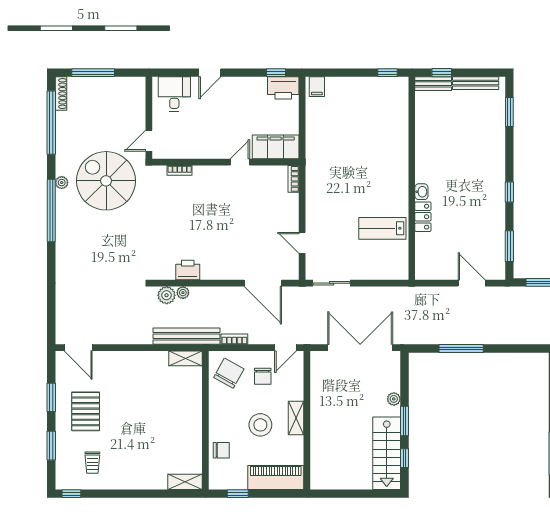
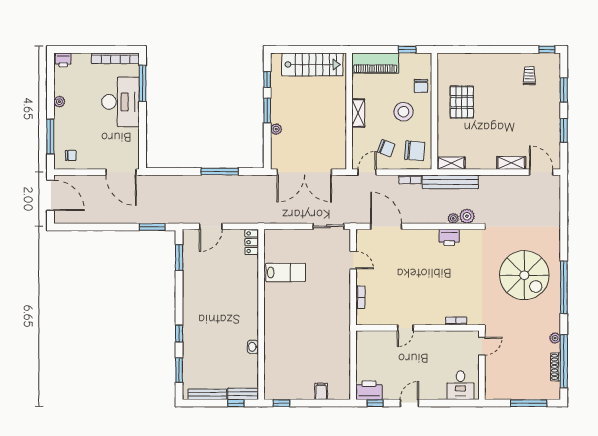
door: (210, 73) -> (409, 403), moved
filing cabinet: (317, 87) -> (321, 391), moved
shoe rack: (61, 94) -> (556, 367), moved
filing cabinet: (276, 147) -> (375, 341), removed
bookcase: (293, 179) -> (360, 297), moved
spiral stairs: (106, 181) -> (524, 275), moved
plant: (62, 183) -> (555, 338), moved
washbasin: (421, 192) -> (253, 347), moved
window: (509, 192) -> (179, 334), moved
locker: (423, 217) -> (252, 242), moved
door: (472, 283) -> (211, 226), hinge flipped
chair: (229, 373) -> (415, 151), turned -114
chair: (263, 376) -> (386, 148), turned 112
pallet: (86, 411) -> (462, 102), moved
stool: (260, 425) -> (403, 112), moved
chair: (221, 450) -> (421, 86), turned -90
stairs: (387, 453) -> (312, 64), moved, turned 90
shelving: (185, 482) -> (511, 163), moved

